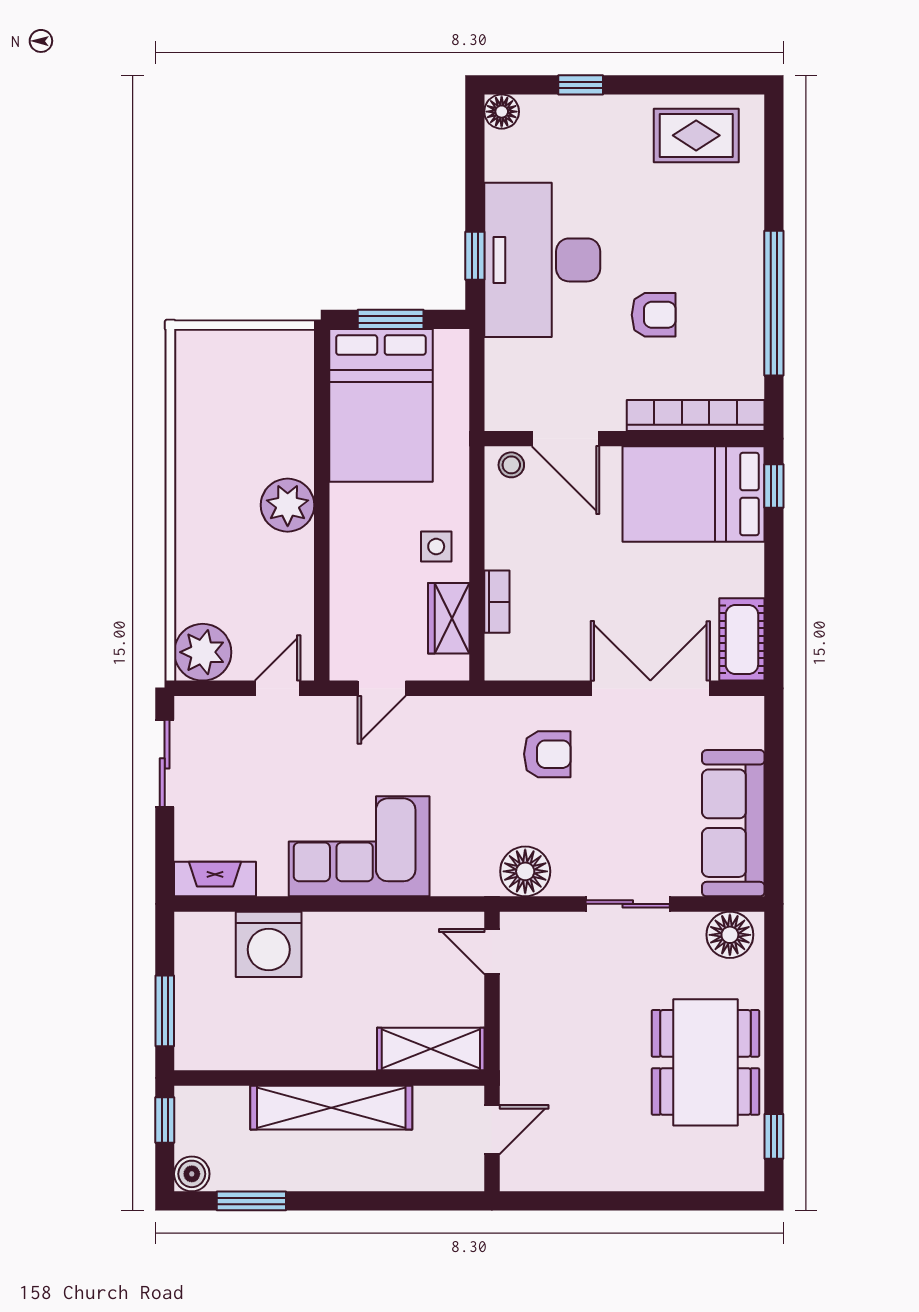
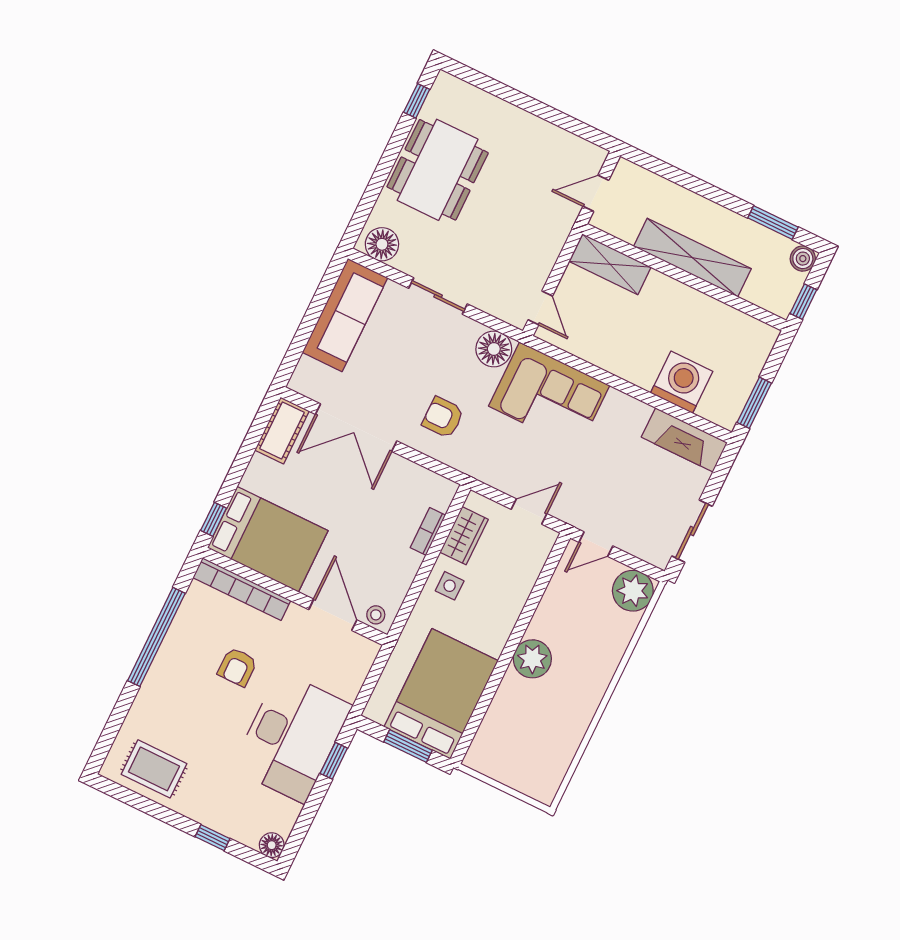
armchair: (654, 315) -> (237, 667), turned -90
corner sofa: (359, 846) -> (549, 396), moved
fireplace: (215, 879) -> (684, 440), width x1.37, depth x1.32
window: (165, 1011) -> (754, 403), moved

